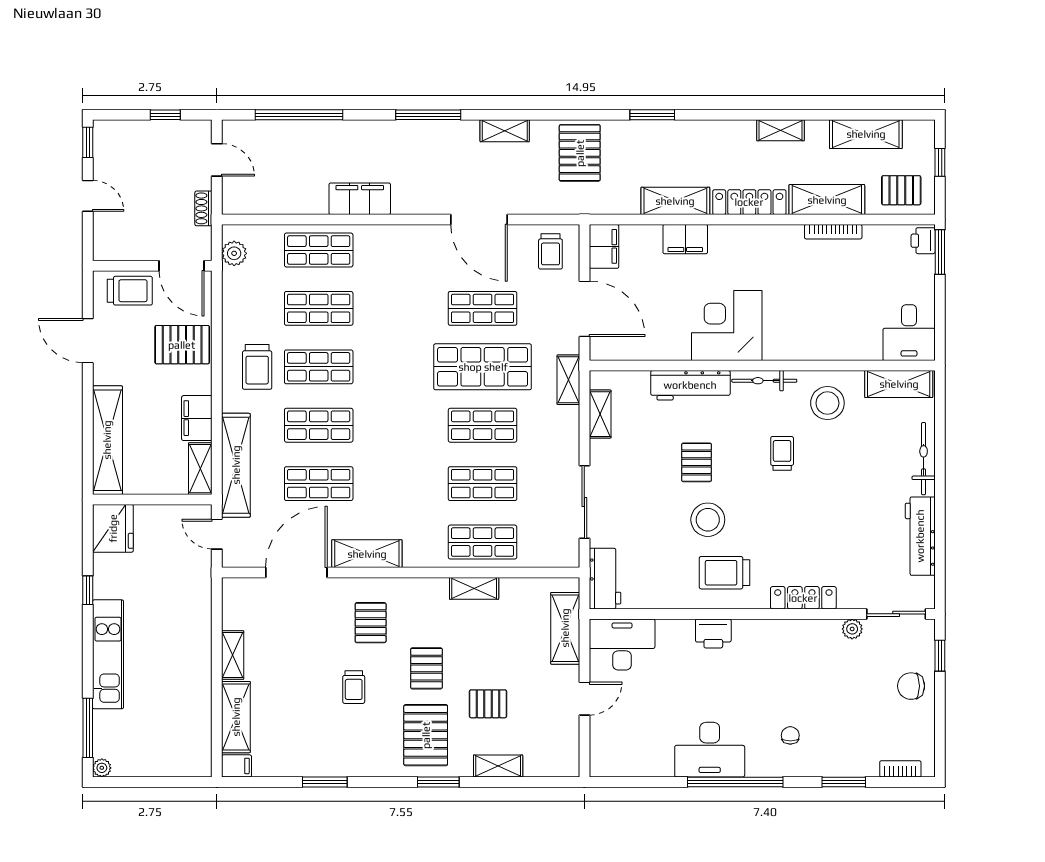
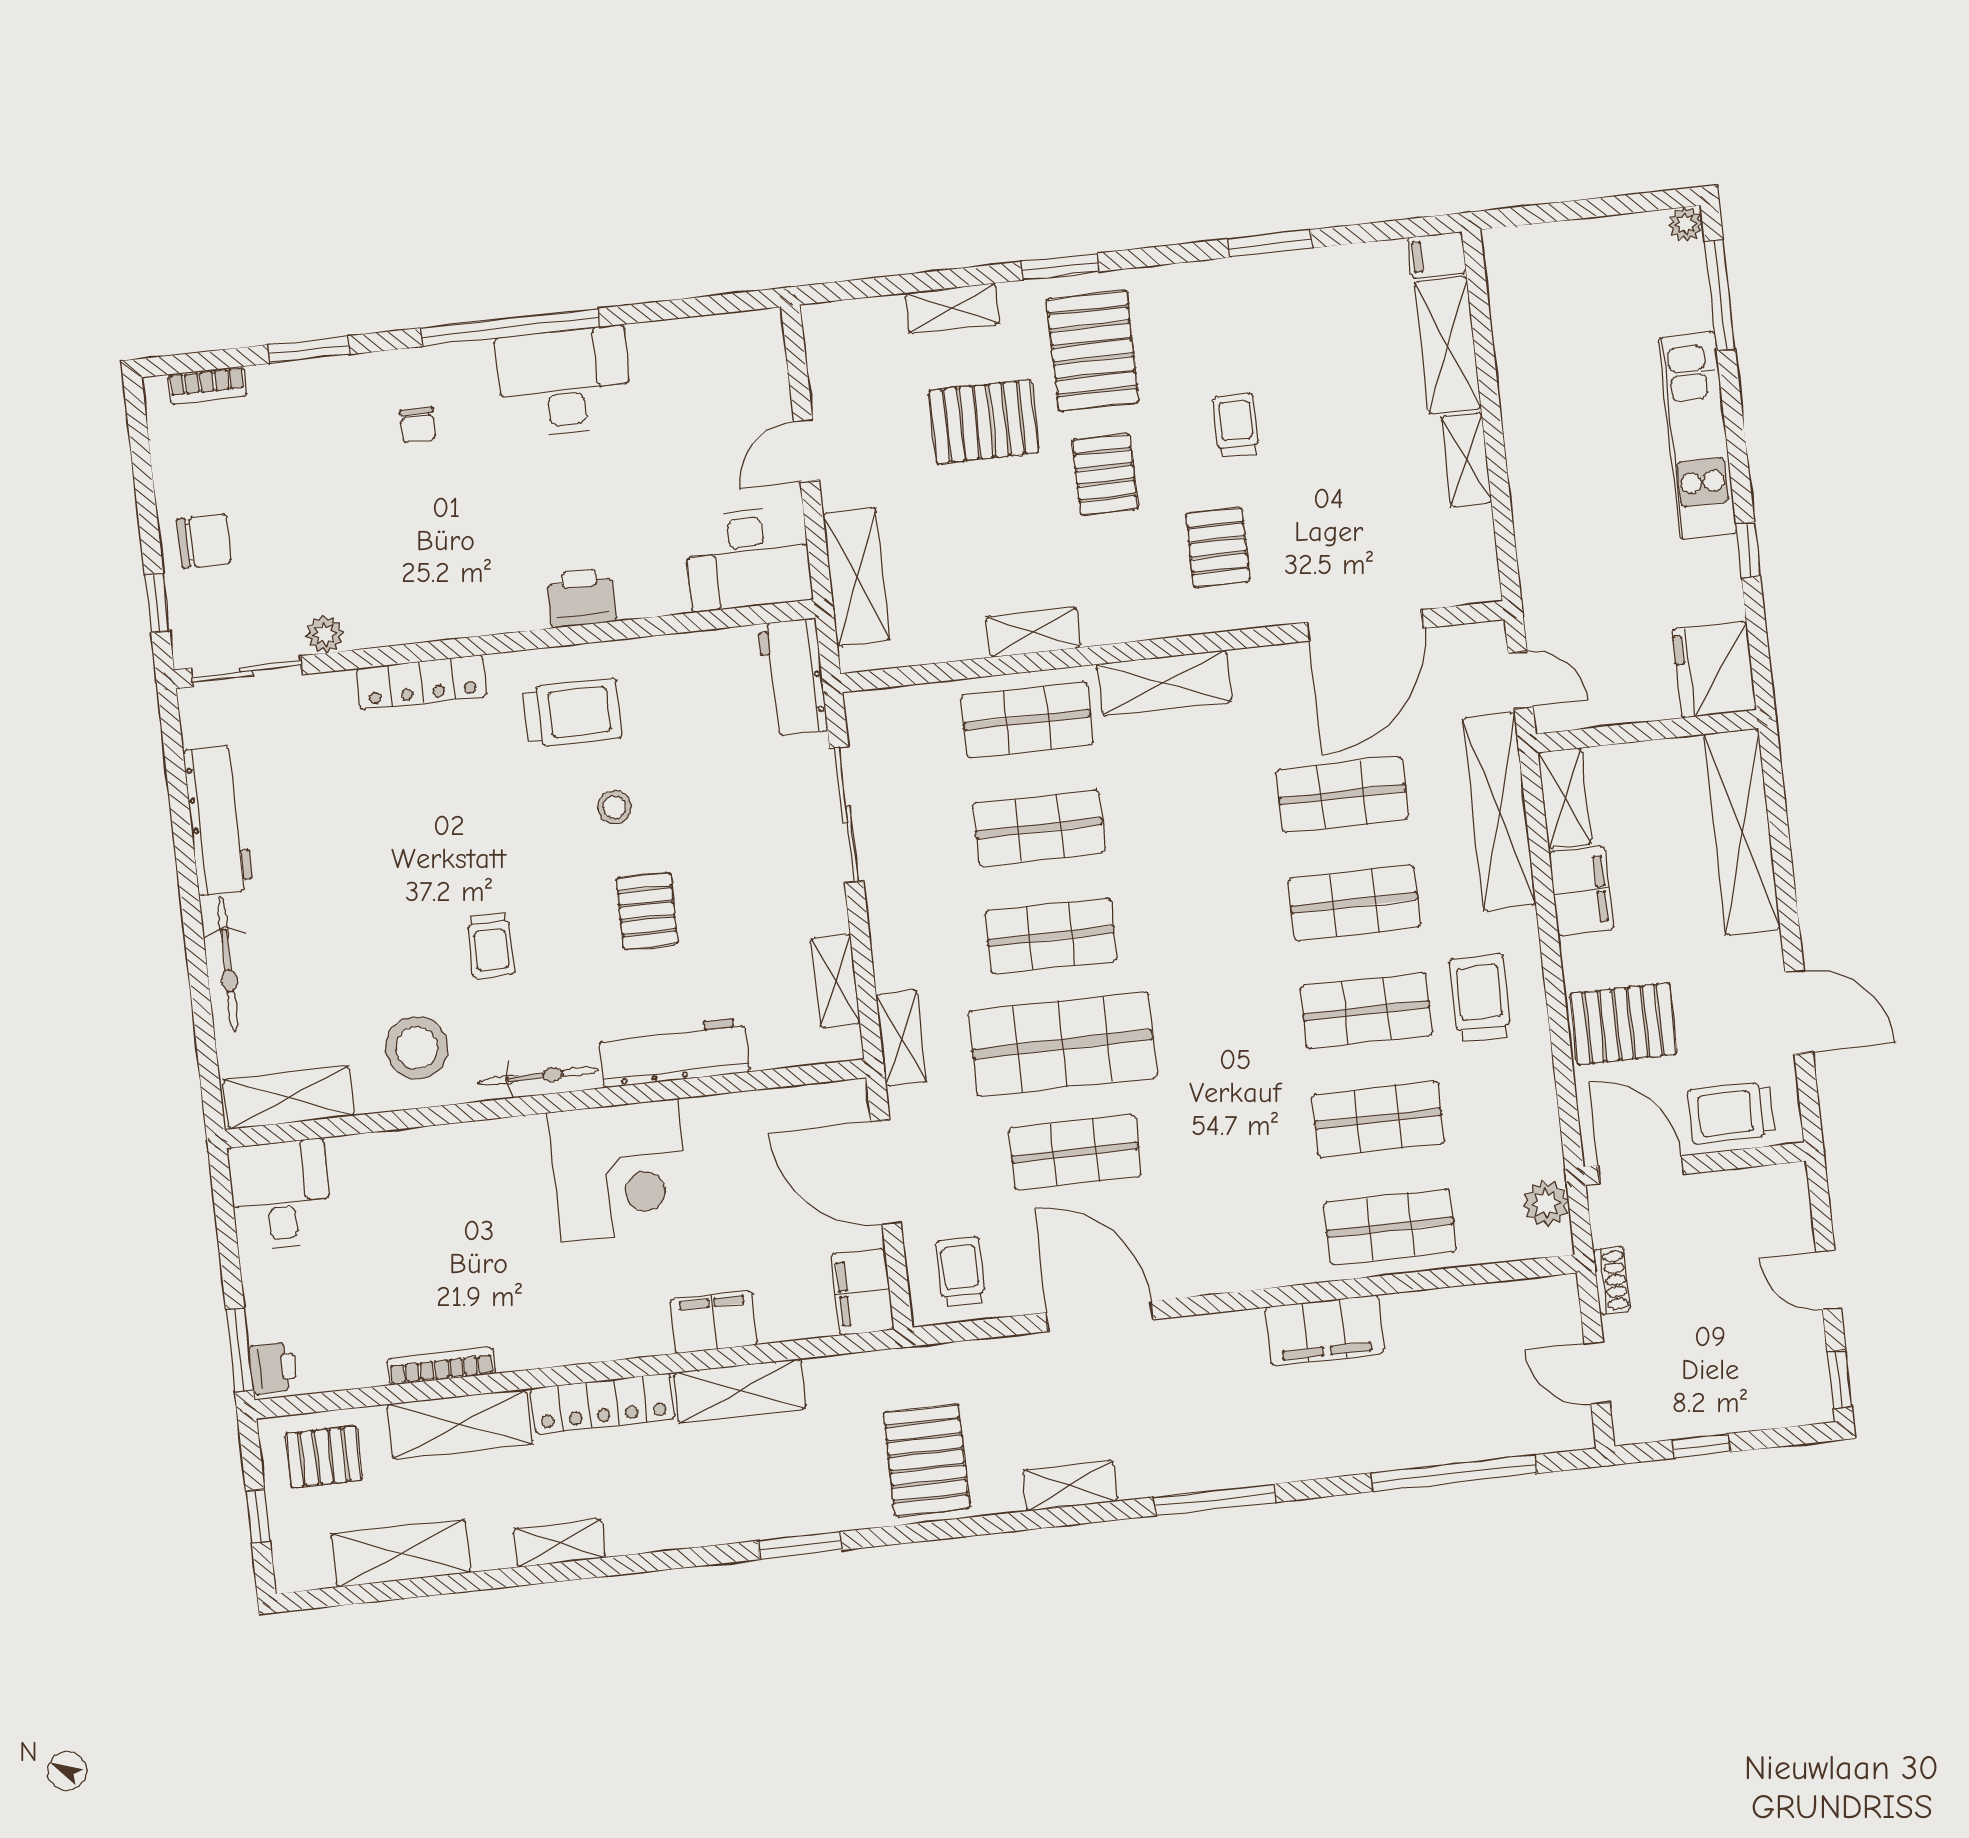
stool: (708, 520) -> (615, 807), width x0.53, depth x0.53
shelving: (367, 554) -> (1164, 683), moved
pallet: (488, 704) -> (984, 422), width x1.50, depth x1.42

